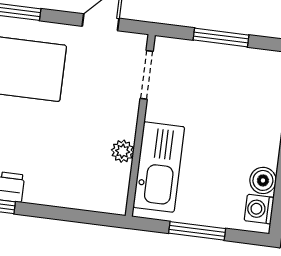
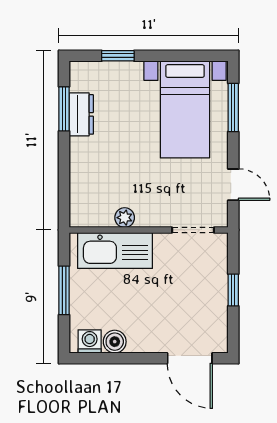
window: (221, 37) -> (233, 290), width x0.67

